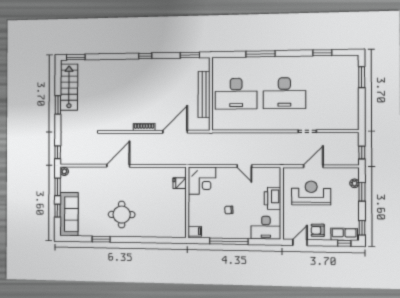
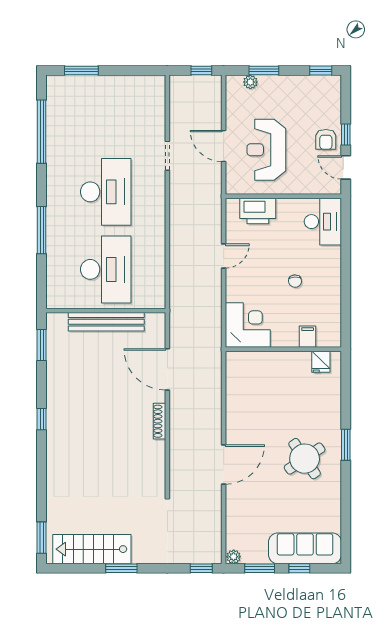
window: (322, 53) -> (42, 132), width x2.11
door: (118, 166) -> (224, 464), swing flipped
fridge: (180, 183) -> (321, 362), moved
printer: (273, 198) -> (258, 211), moved
round table: (122, 215) -> (305, 459), turned -34
filing cabinet: (195, 231) -> (308, 337), moved
row of seats: (344, 234) -> (332, 98), removed
window: (101, 239) -> (346, 445), moved
window: (229, 241) -> (346, 281), removed
window: (344, 243) -> (346, 134), moved

